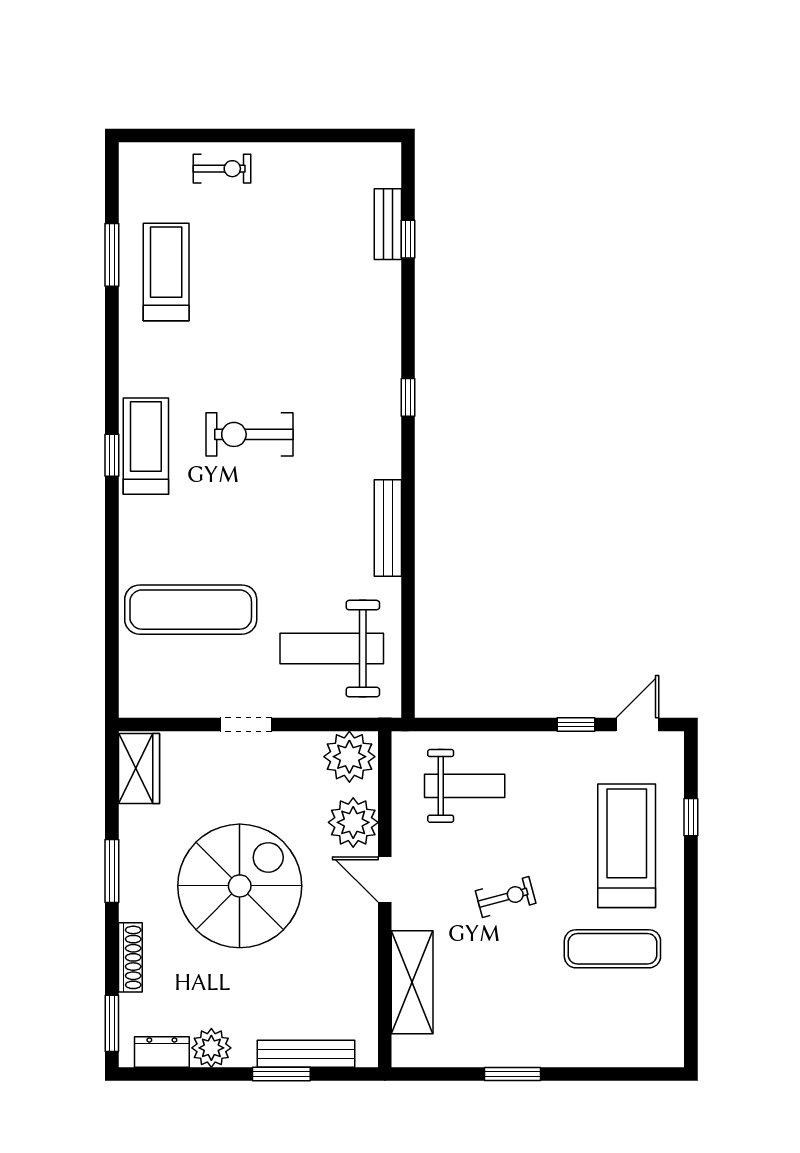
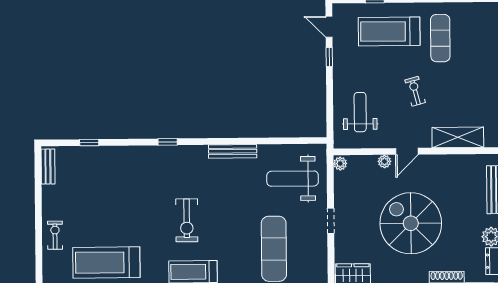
bench: (388, 224) -> (48, 167), moved, turned 90
treadmill: (166, 272) -> (106, 262), width x1.37, depth x1.38
weight bench: (332, 649) -> (293, 179), turned 90
plant: (349, 757) -> (340, 164), width x0.53, depth x0.53
plant: (353, 822) -> (384, 161), width x0.53, depth x0.53

